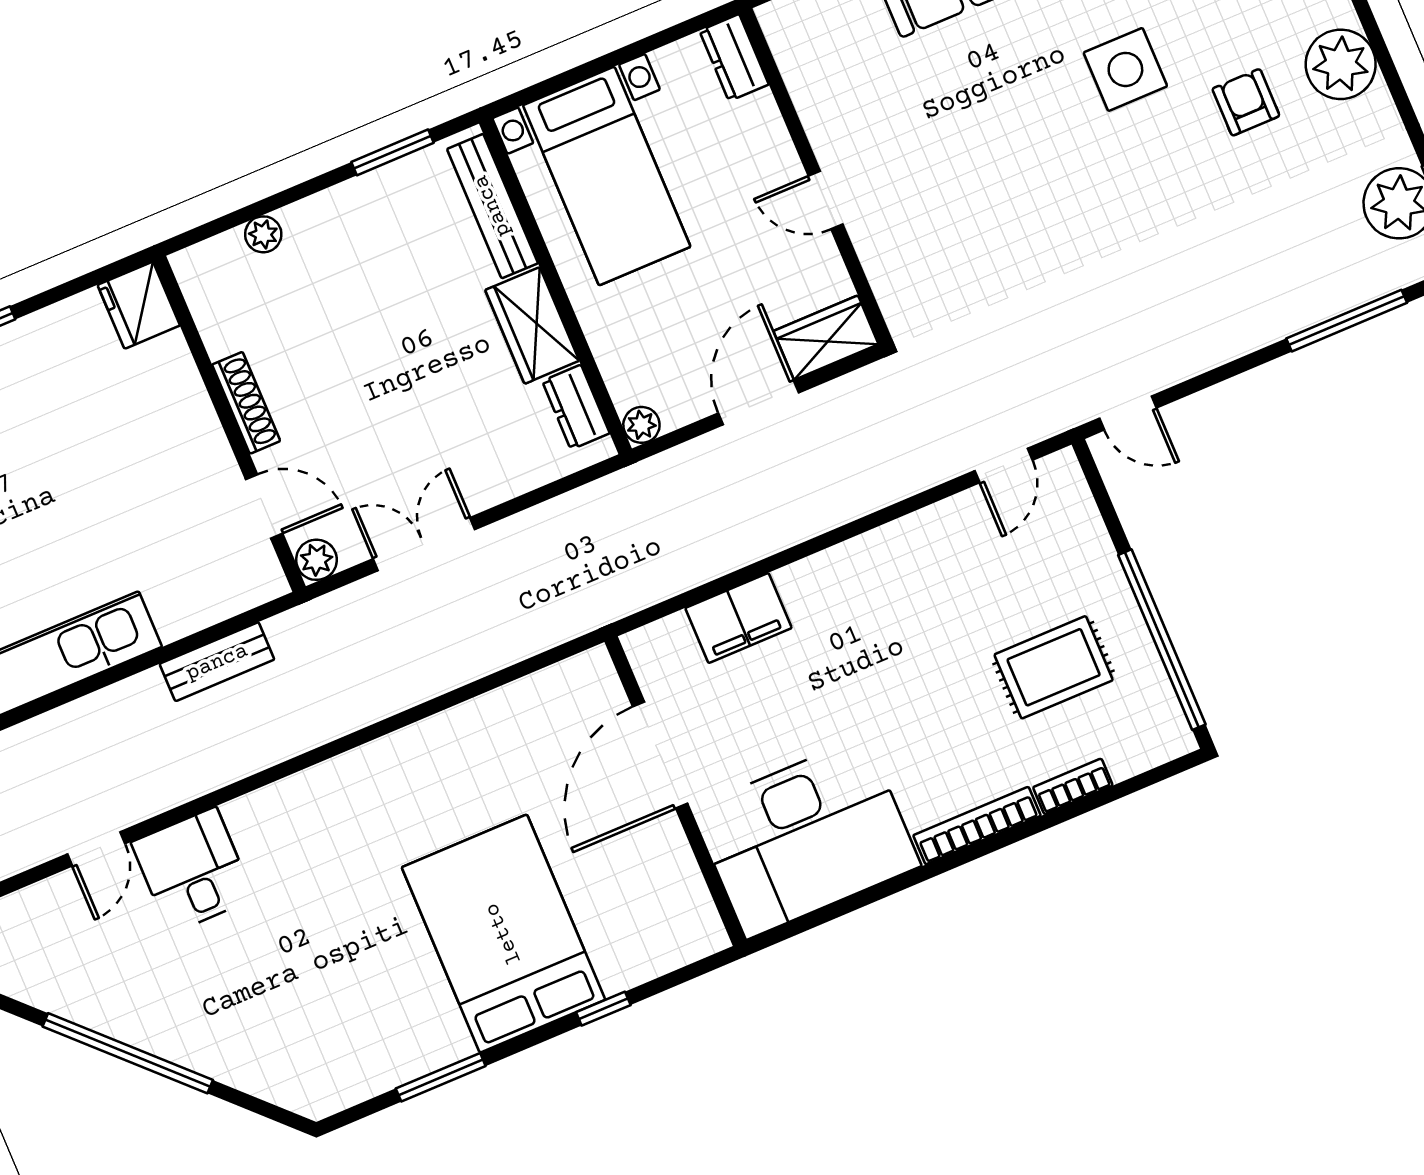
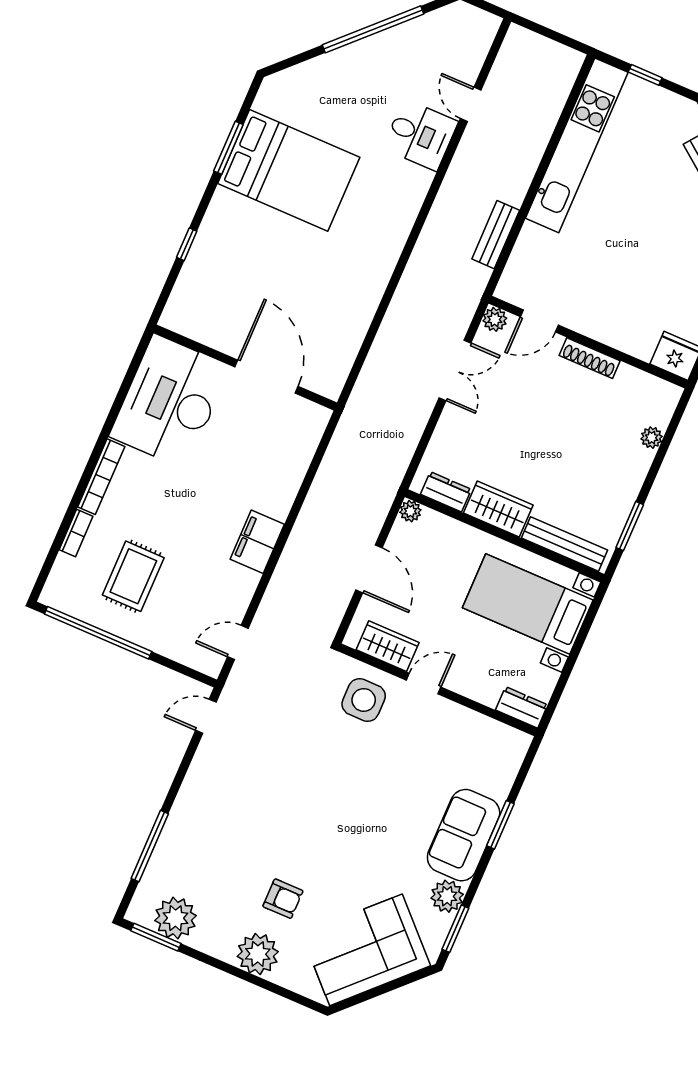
side table: (1125, 69) -> (364, 700), moved
wardrobe: (826, 338) -> (388, 646), moved, turned -90
door: (1004, 466) -> (238, 643), hinge flipped
filing cabinet: (739, 618) -> (257, 542), moved
bed: (503, 934) -> (289, 170), moved

